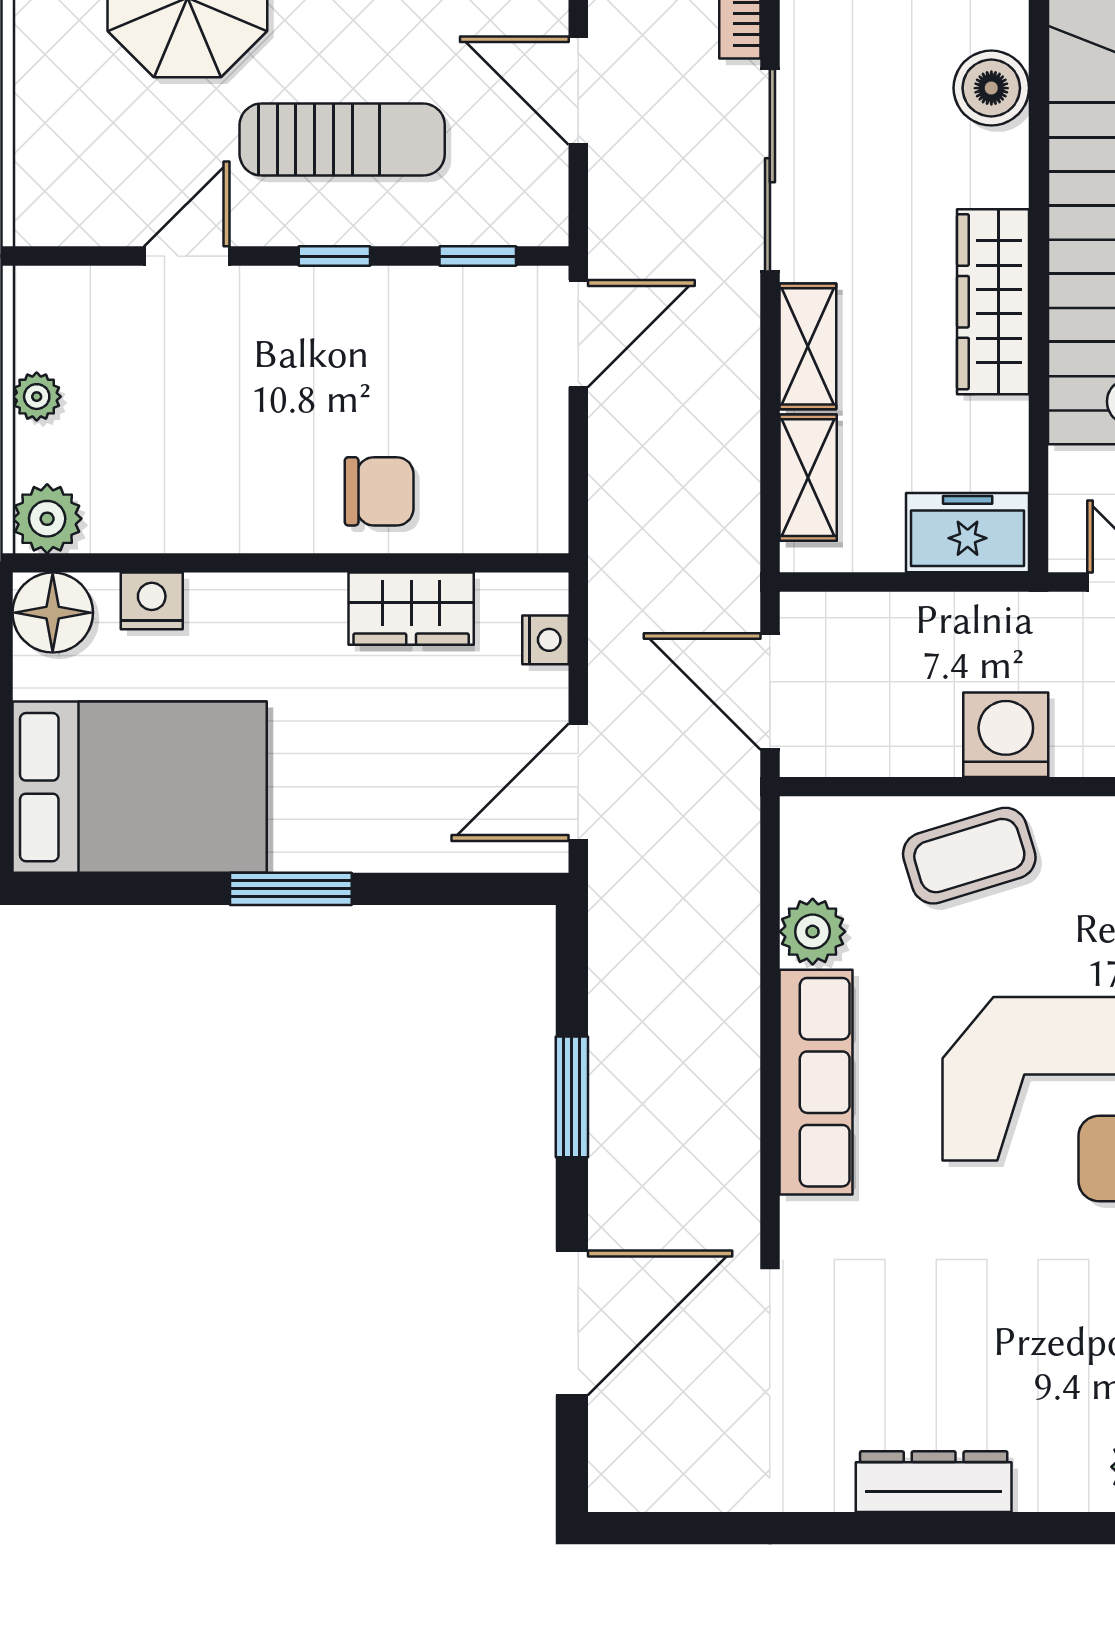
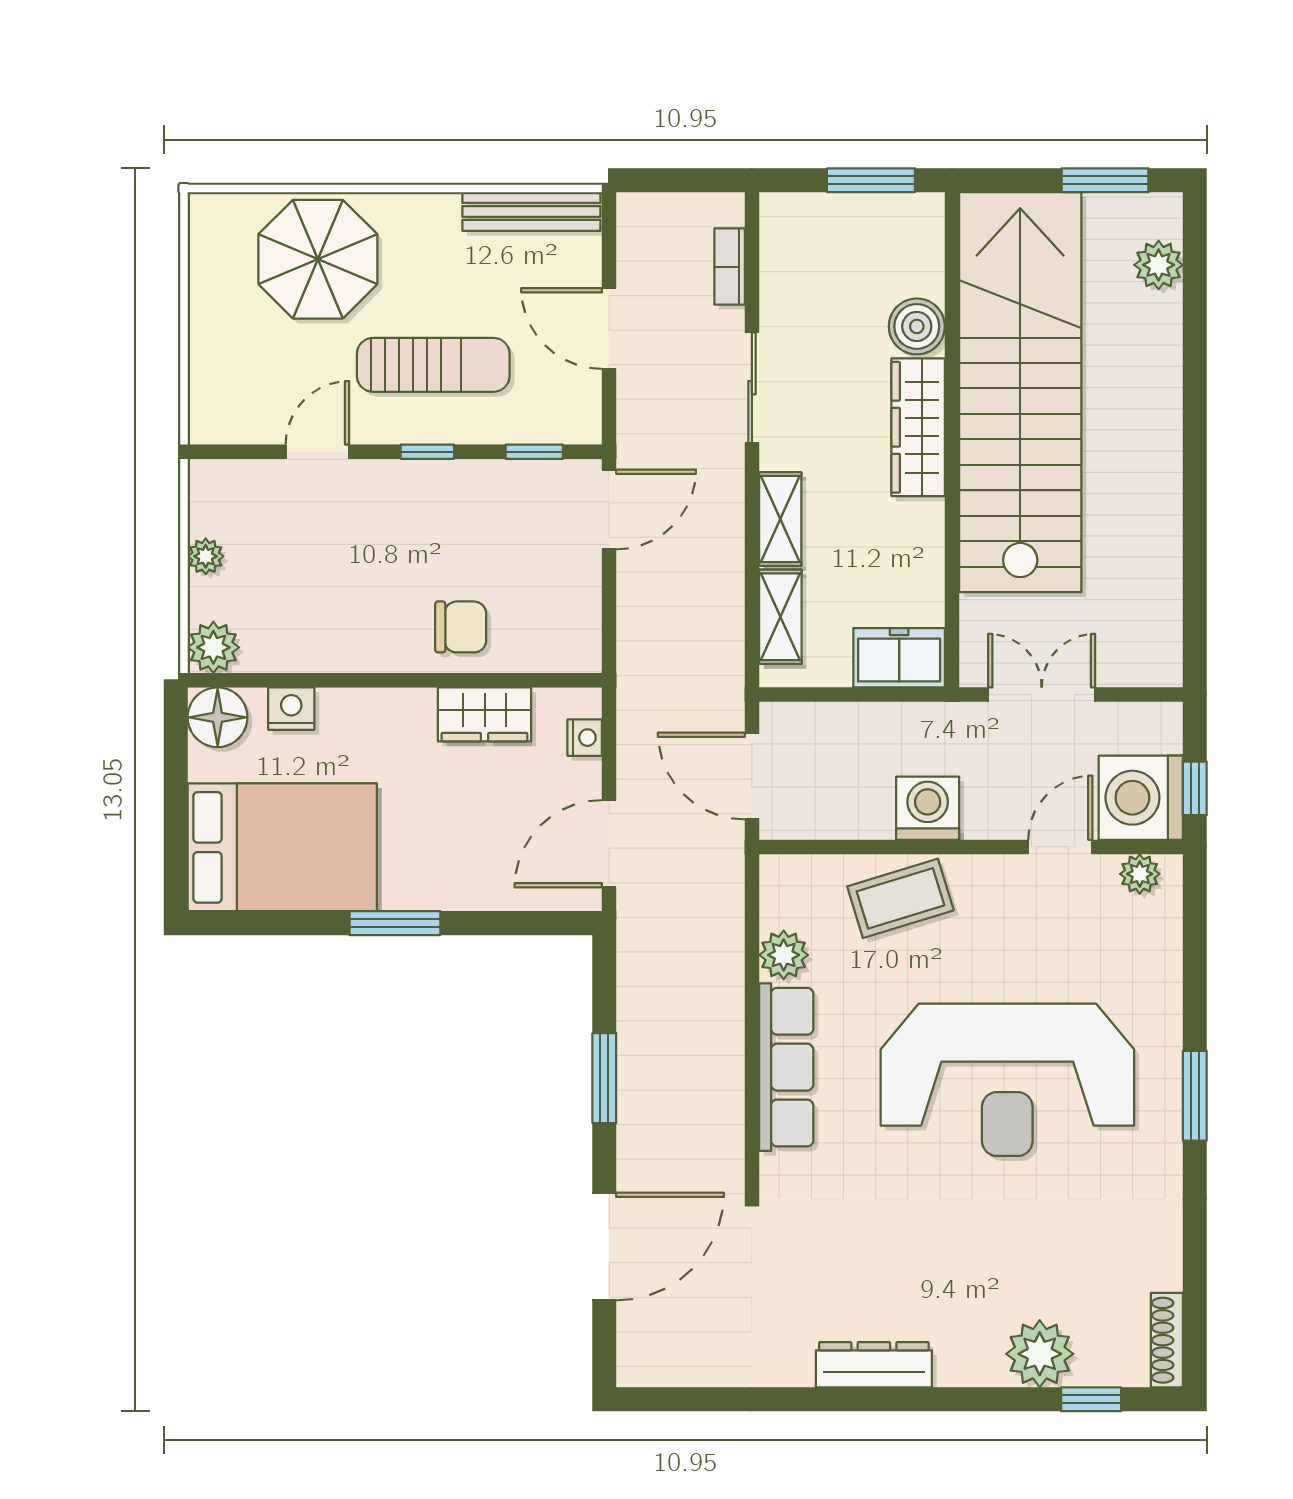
sliding door: (770, 170) -> (752, 388), width x0.73
wardrobe: (993, 302) -> (918, 427), moved

